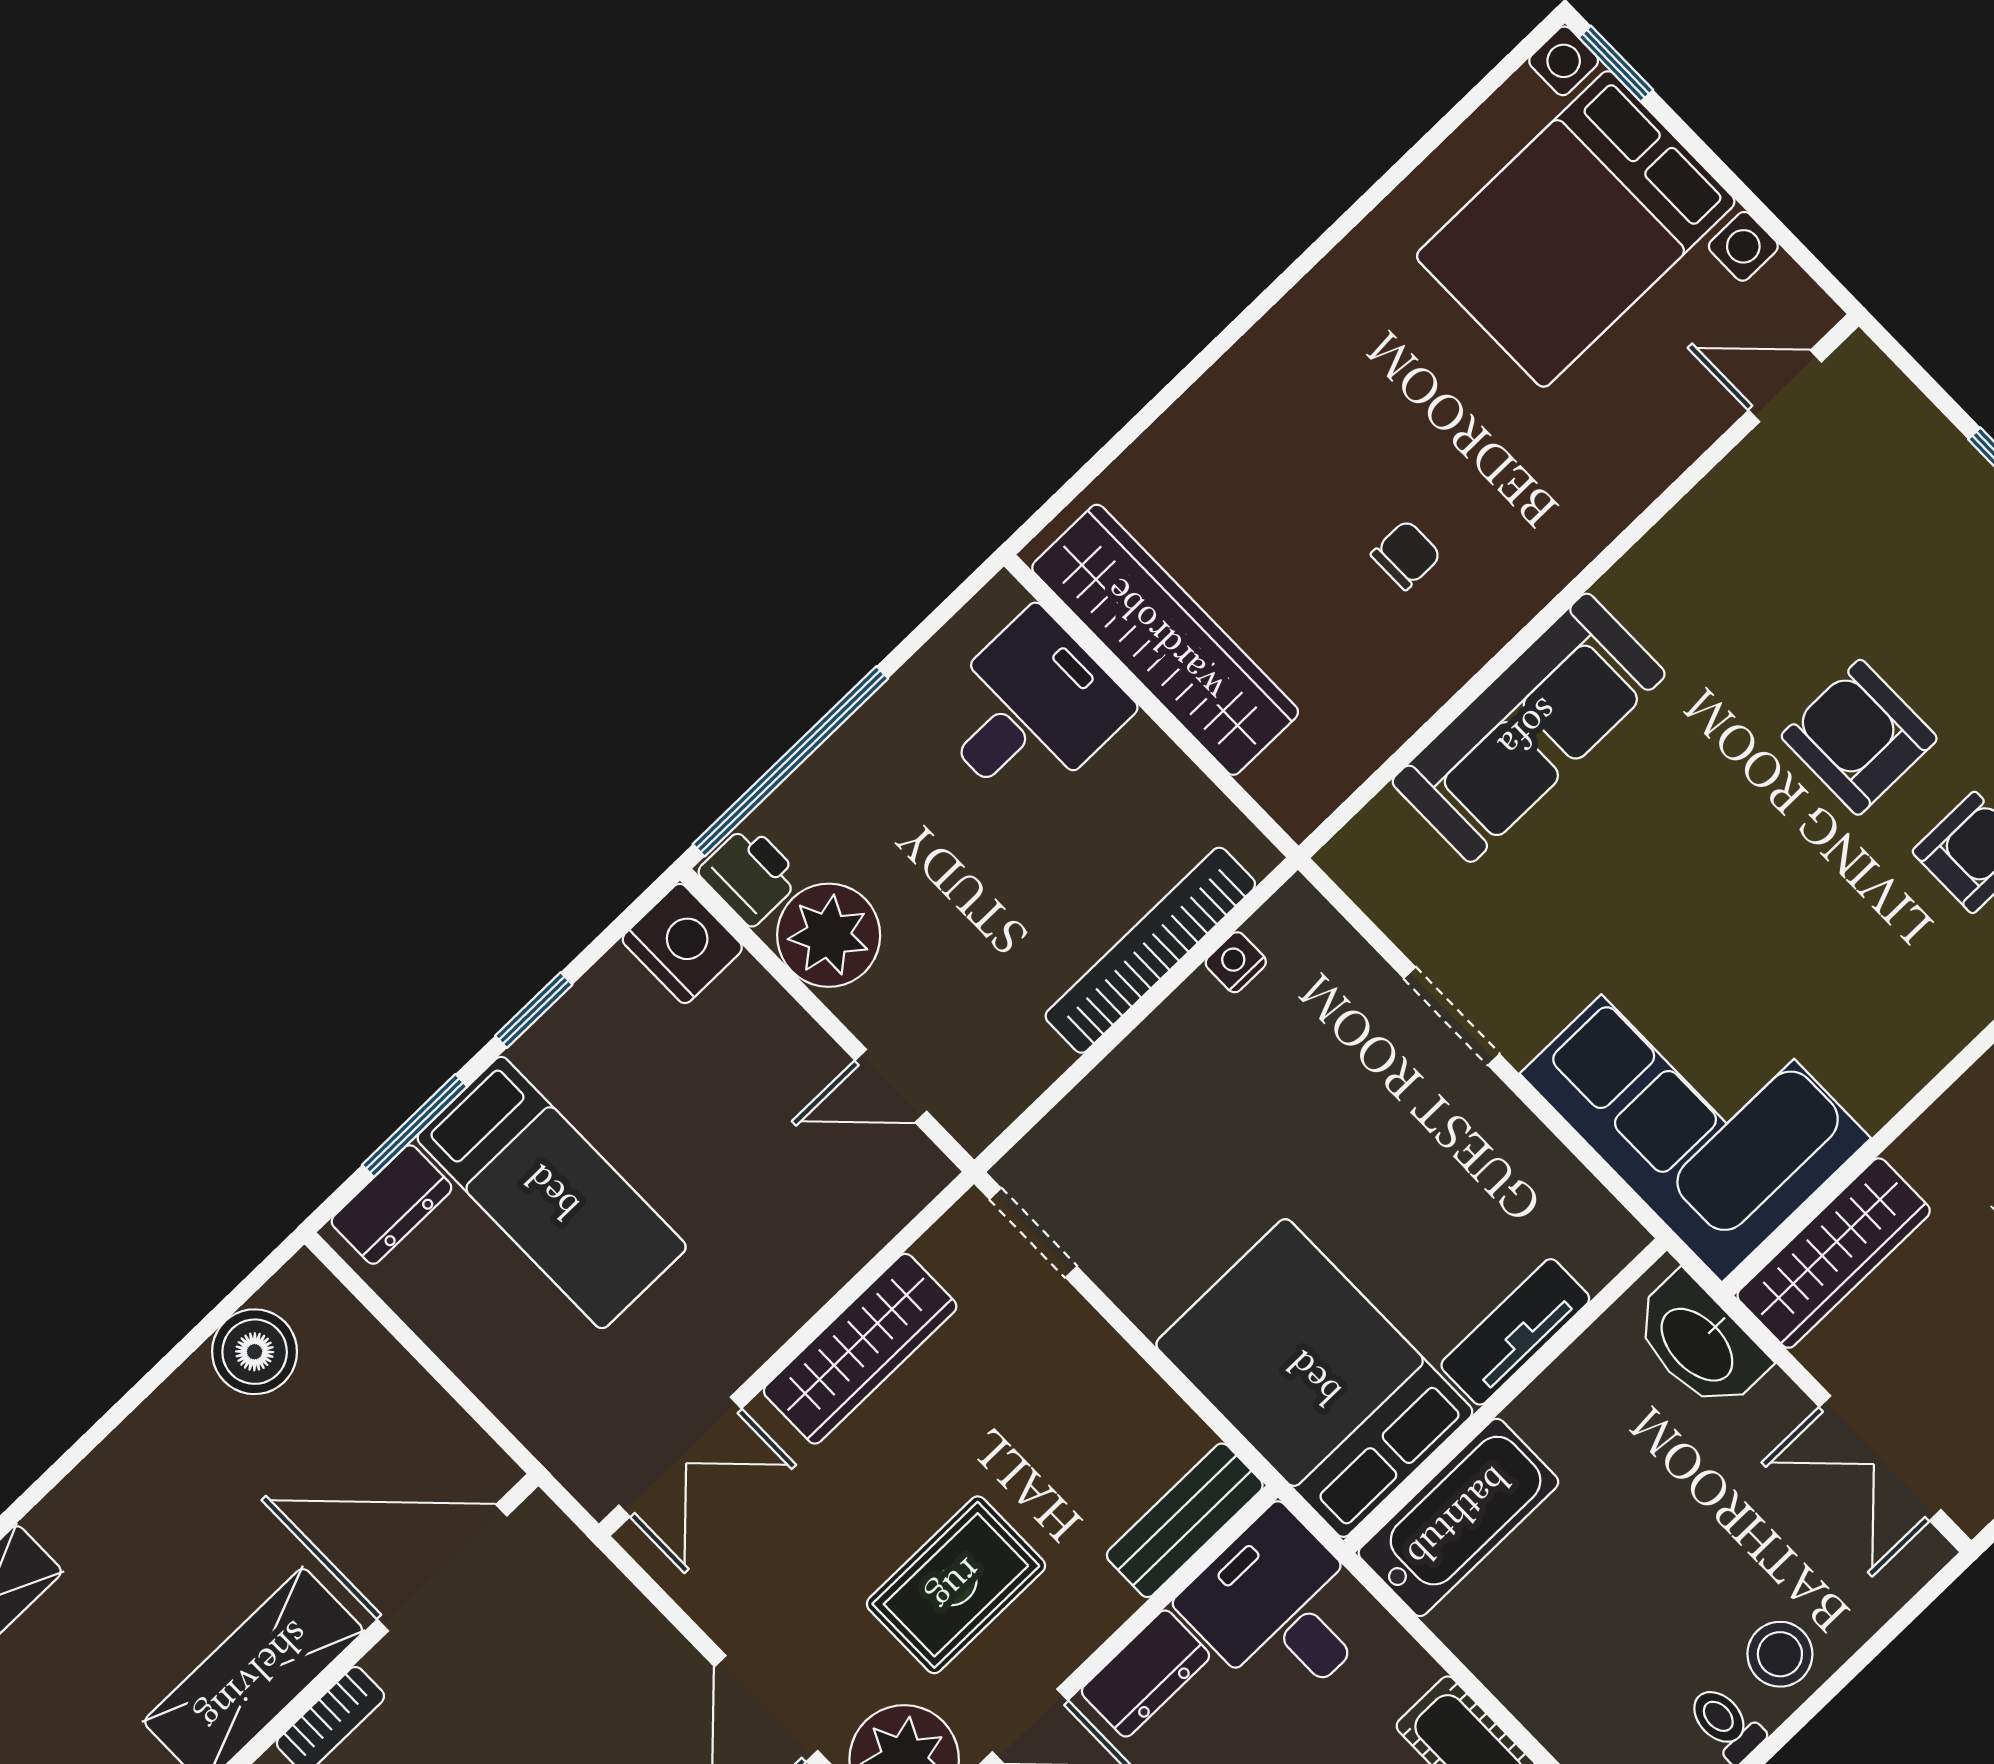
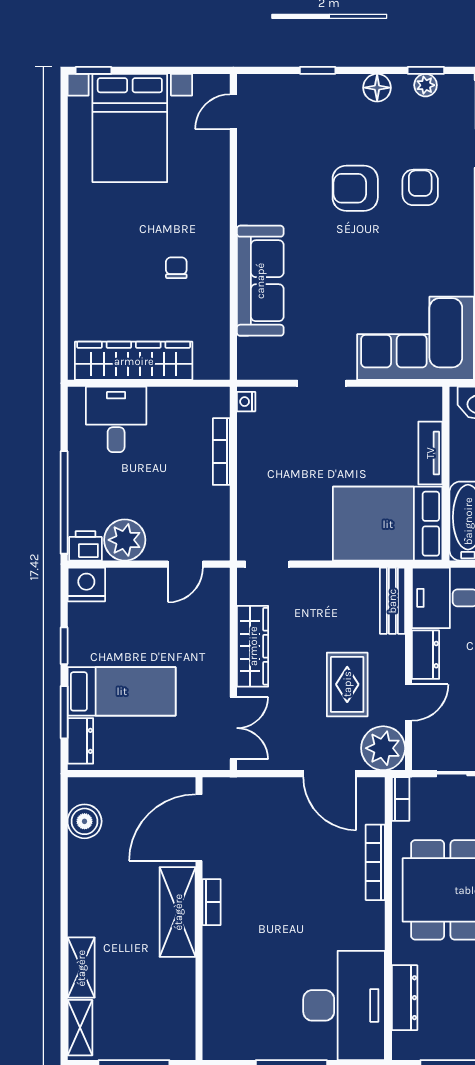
bookcase: (1150, 950) -> (221, 452), width x0.68, depth x0.76
nightstand: (1236, 962) -> (246, 402), moved

